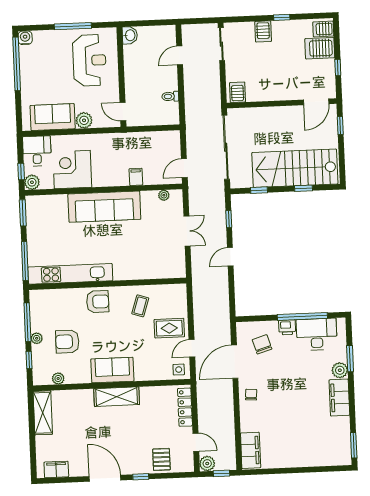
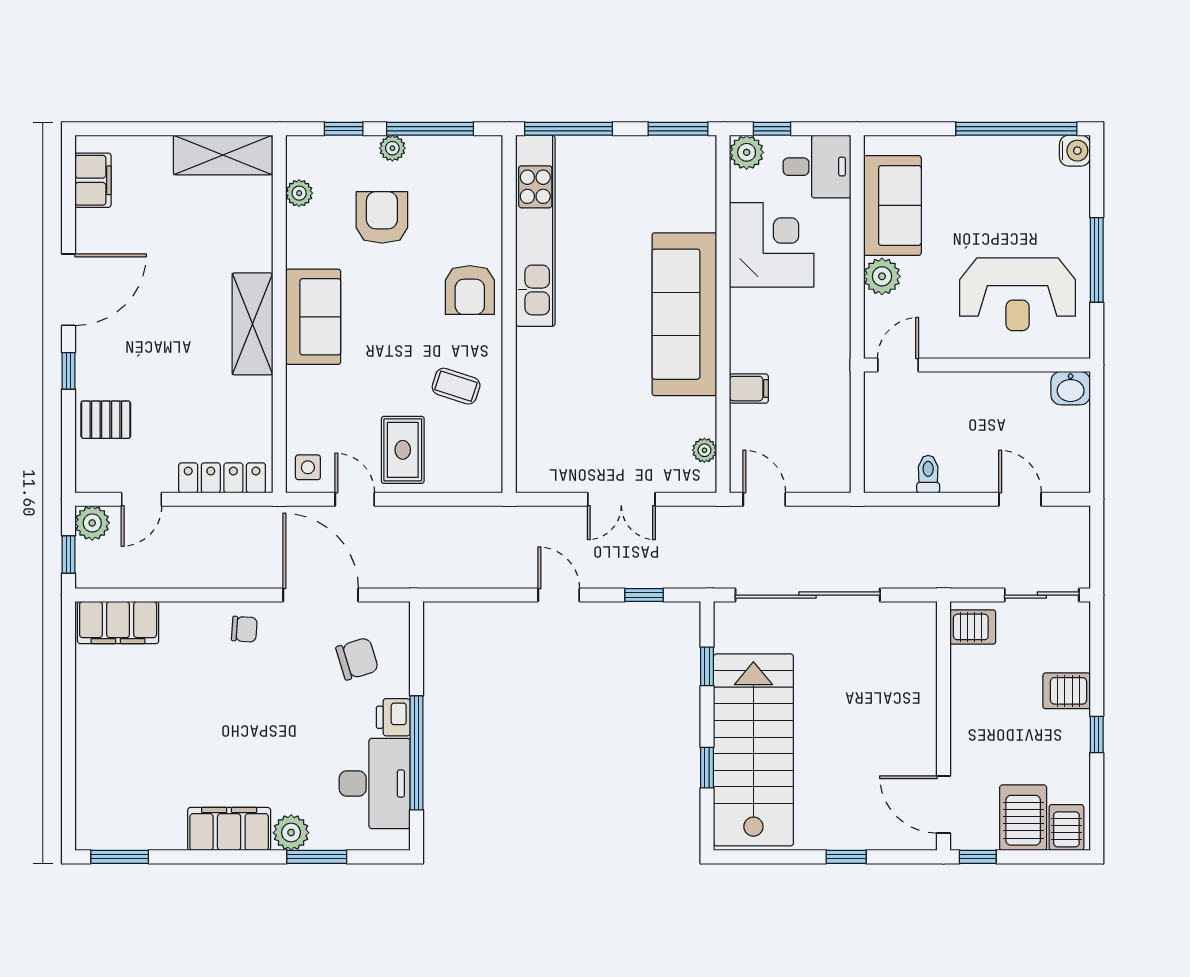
server rack: (237, 92) -> (973, 627), moved
door: (316, 102) -> (943, 804), moved
wall: (282, 103) -> (943, 726), moved

